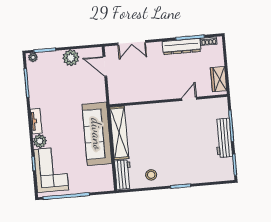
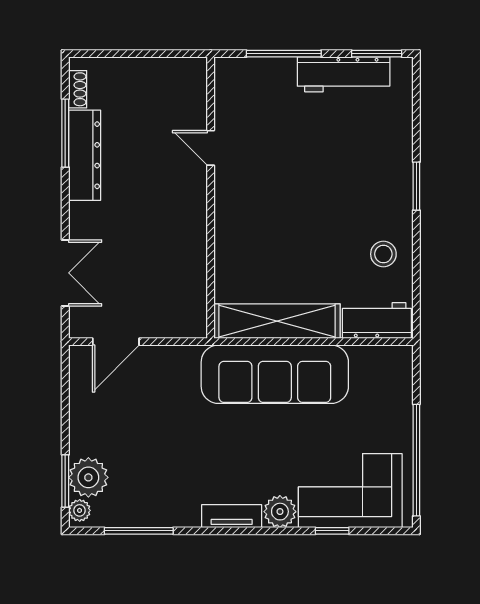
plant: (71, 58) -> (88, 477), moved
wardrobe: (219, 79) -> (170, 74), removed
workbench: (224, 138) -> (344, 74), moved

